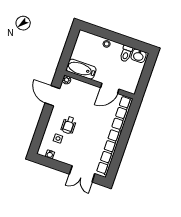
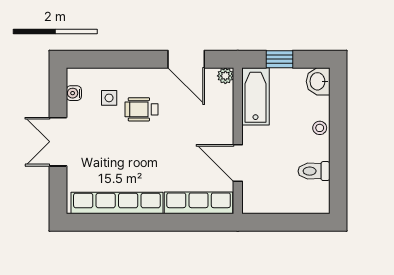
window: (68, 52) -> (279, 59), added
washbasin: (139, 56) -> (318, 81), moved
door: (52, 96) -> (186, 59), swing flipped
double door: (82, 174) -> (58, 142), moved

